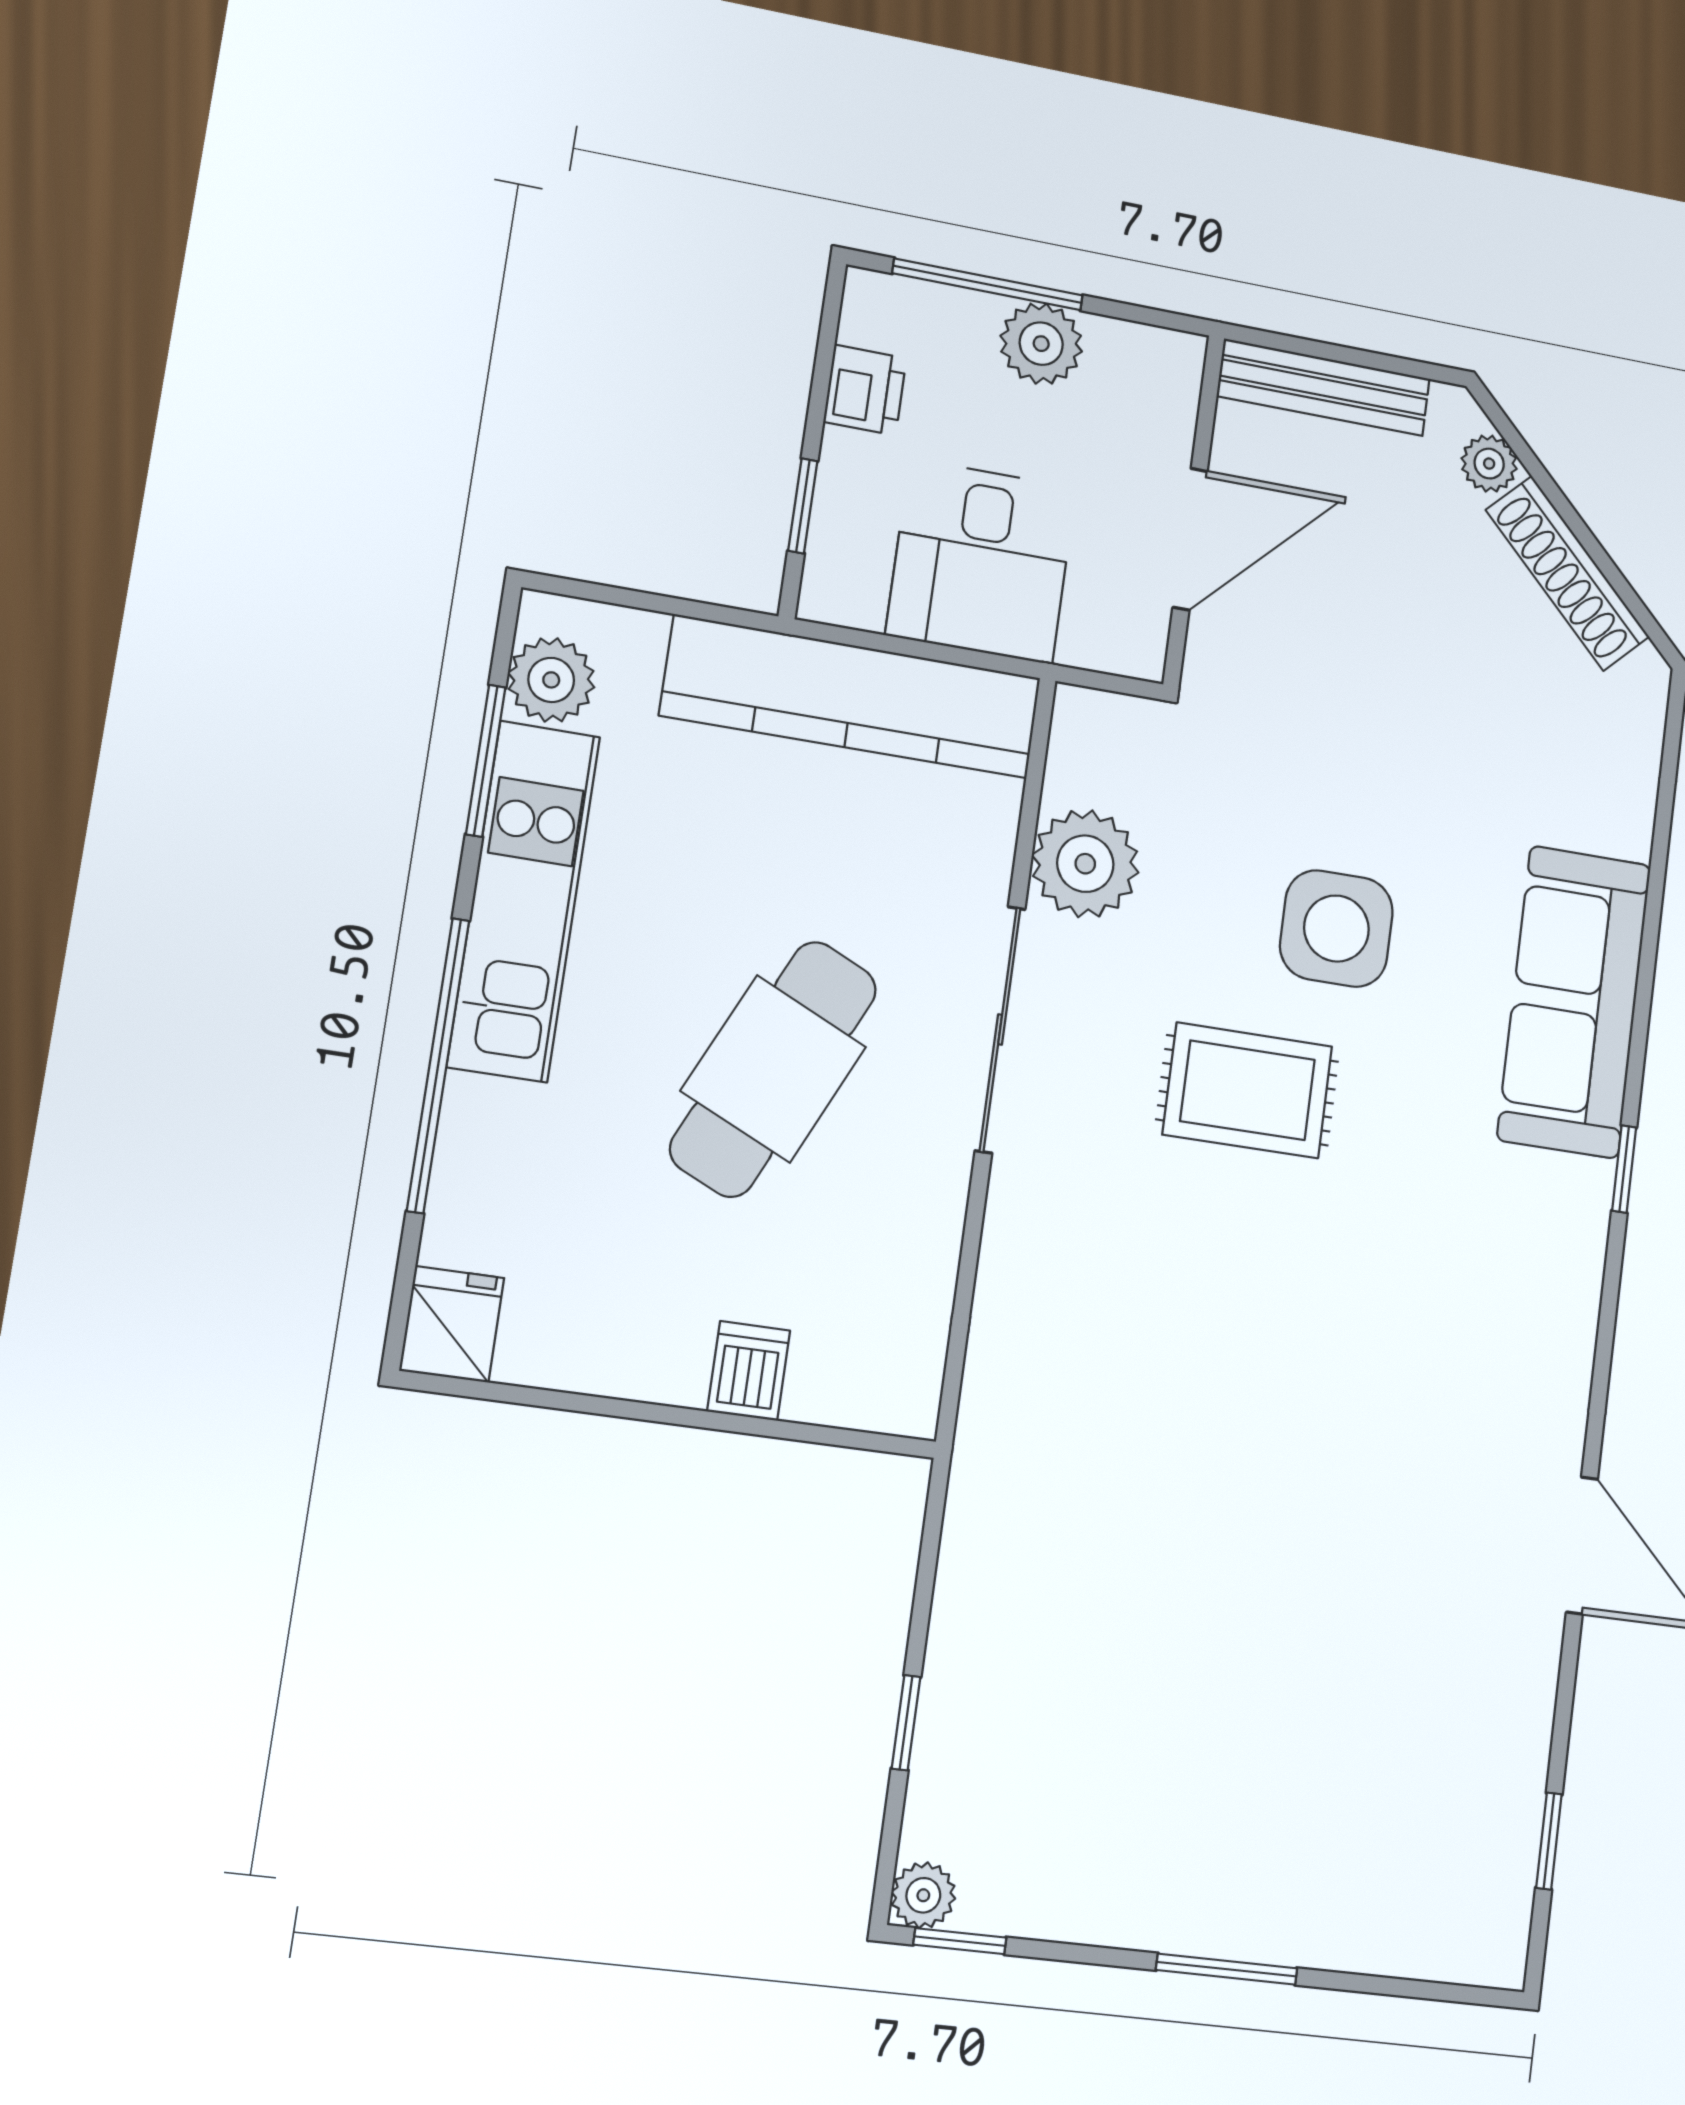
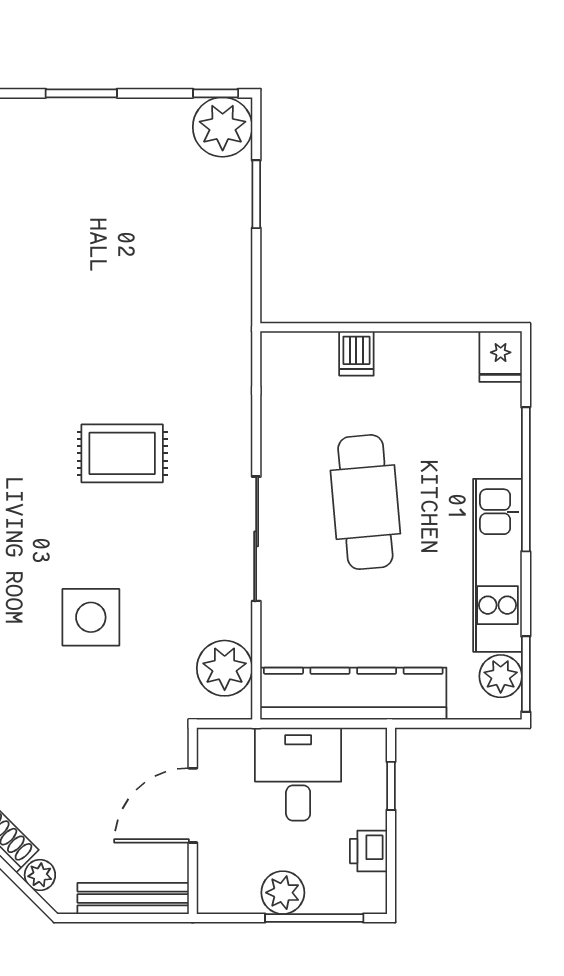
window: (486, 761) -> (526, 674), moved
plant: (1085, 864) -> (225, 668), moved
cafe table: (773, 1069) -> (365, 502), turned -30
rug: (1248, 1090) -> (122, 453), moved
window: (906, 1723) -> (256, 194), width x1.50
plant: (923, 1895) -> (223, 127), width x1.87, depth x1.87

